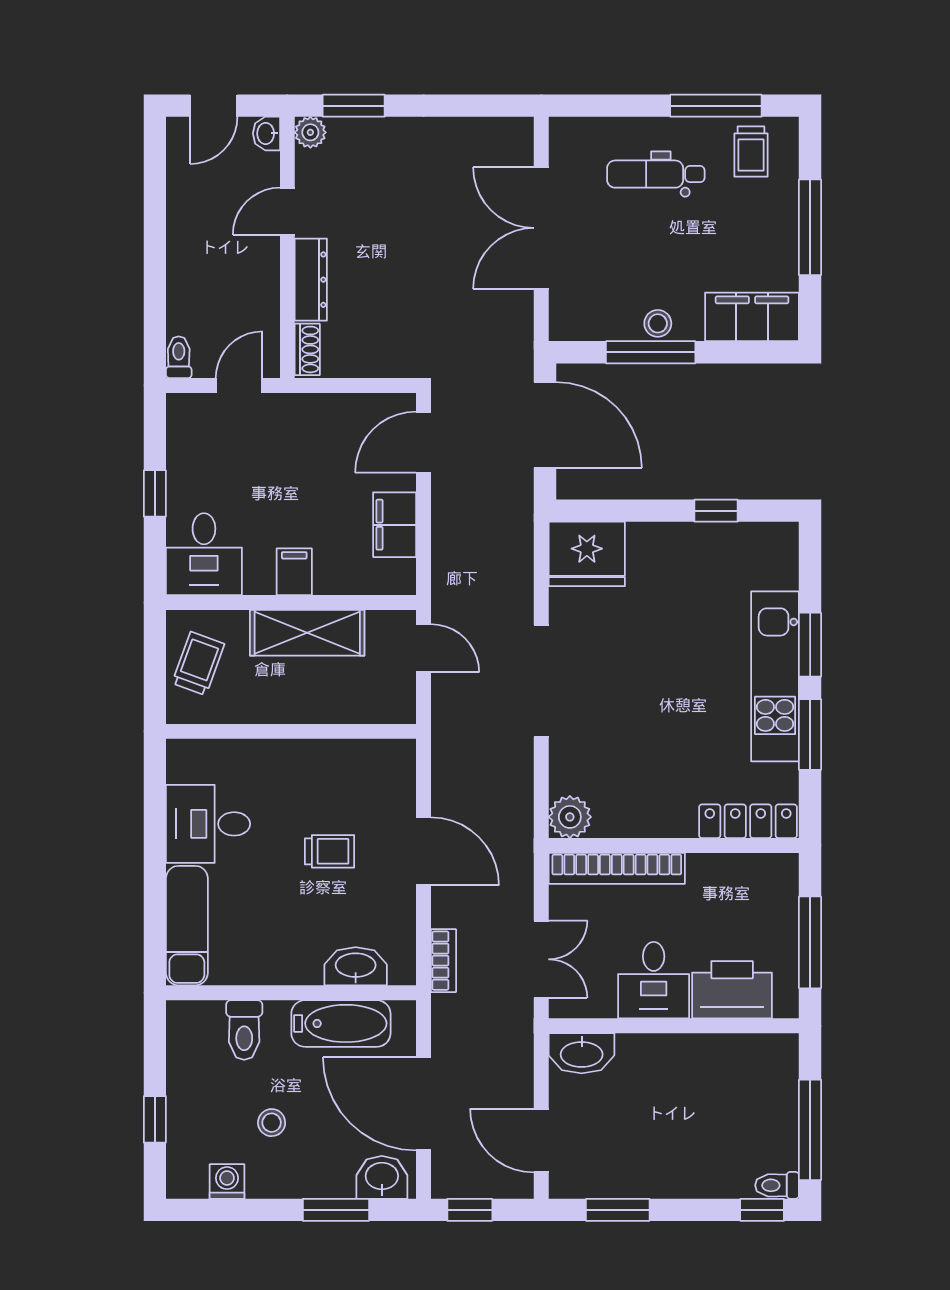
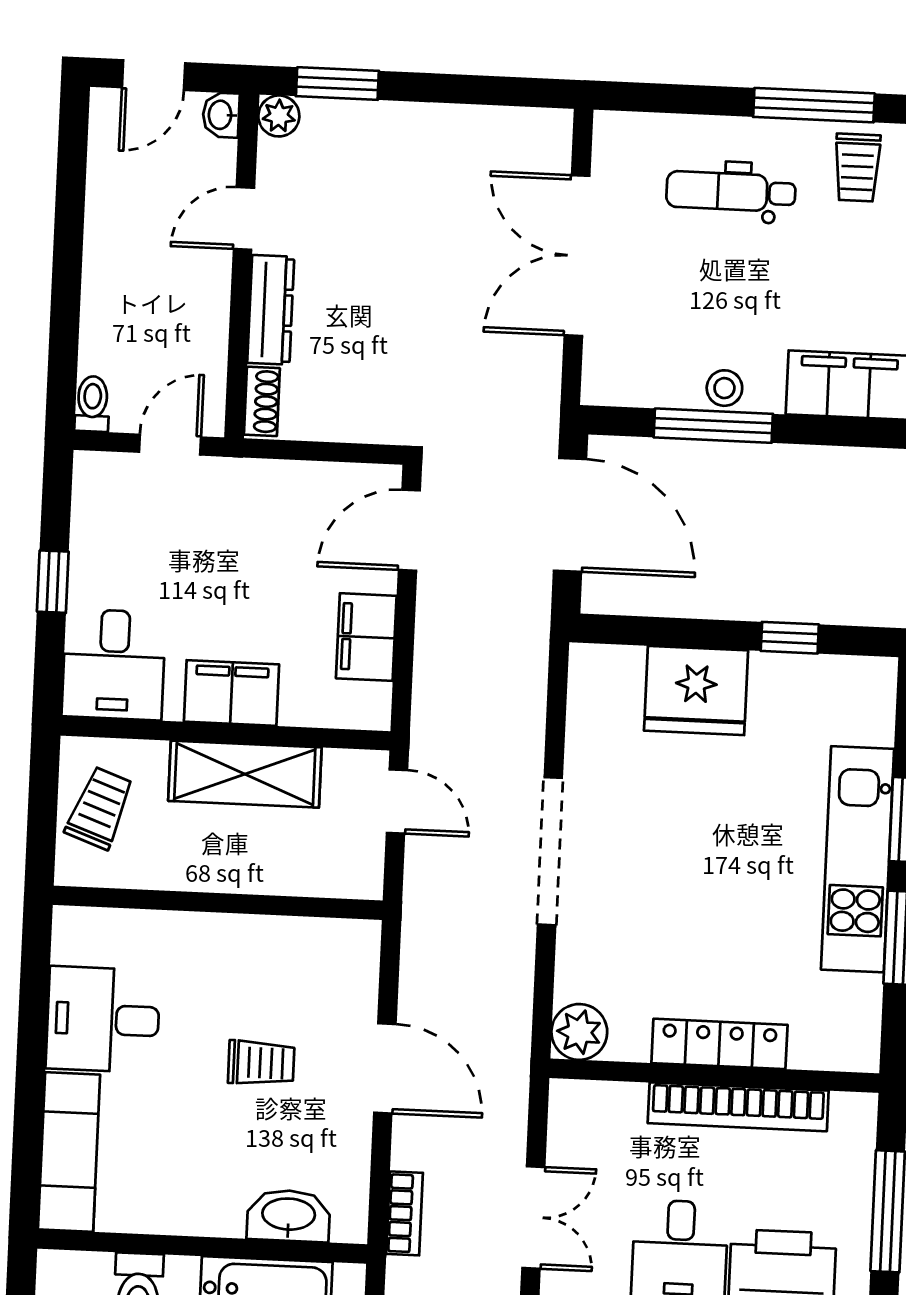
fridge: (587, 554) -> (696, 691), moved
filing cabinet: (294, 572) -> (231, 693), width x2.00
locker: (748, 821) -> (719, 1044), moved
bookcase: (617, 868) -> (738, 1107), moved

